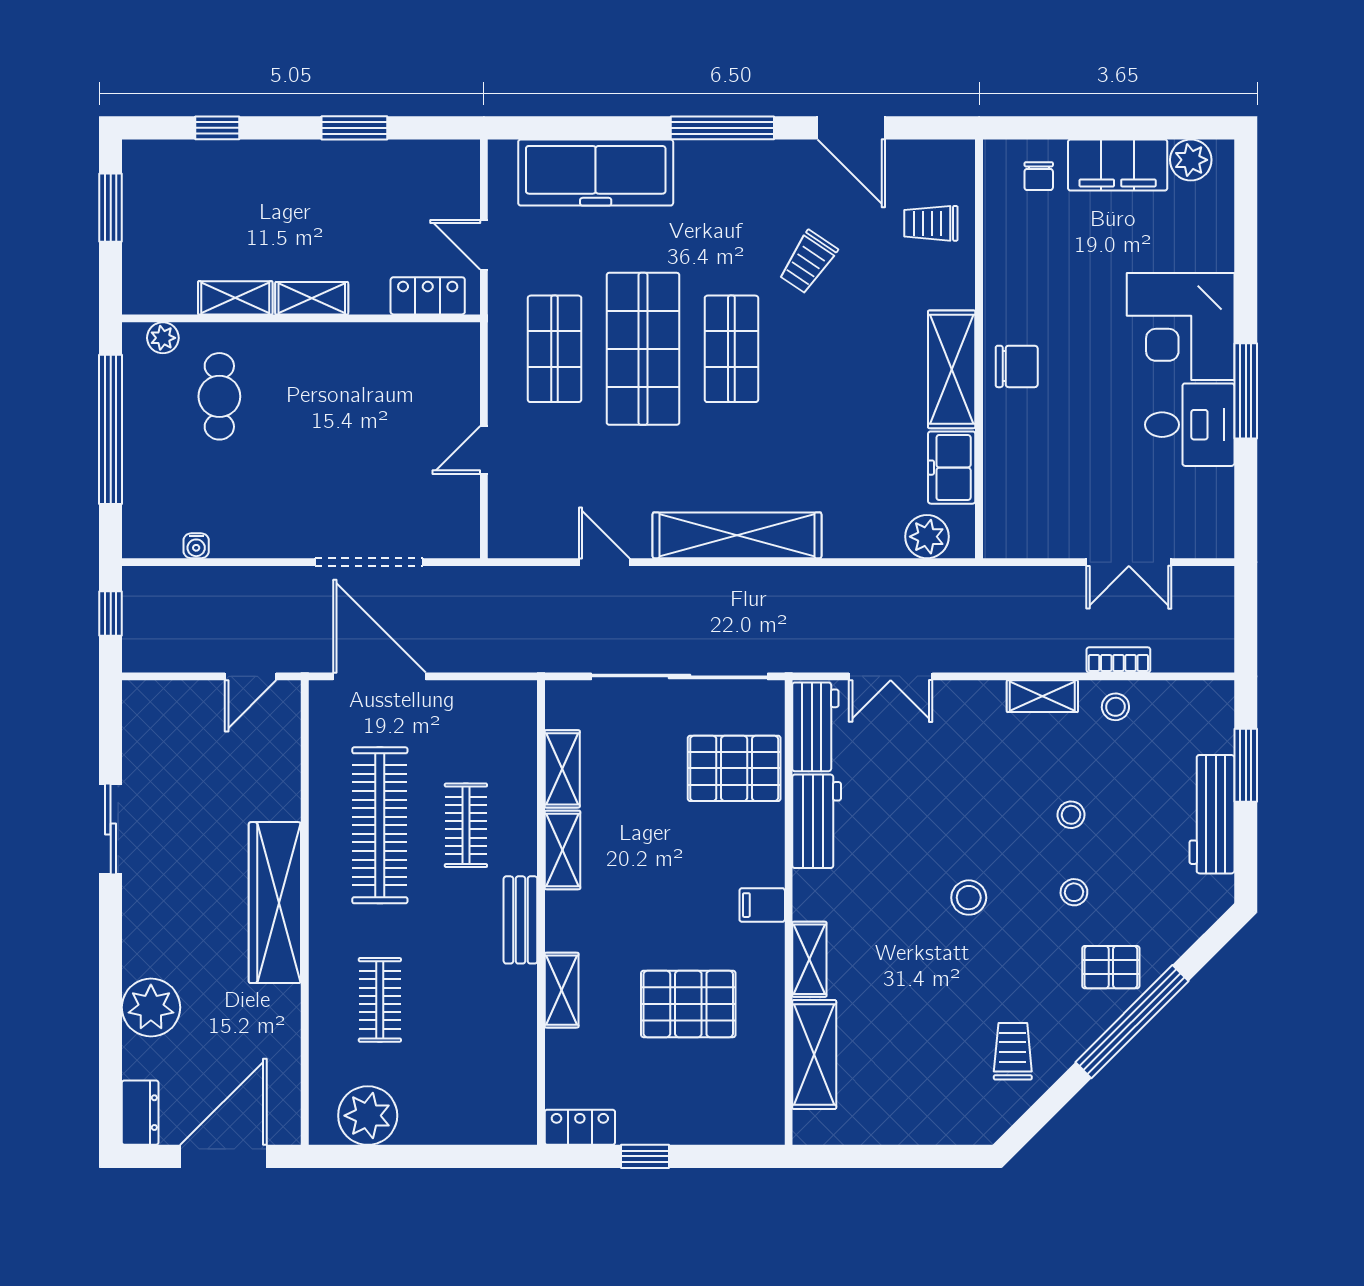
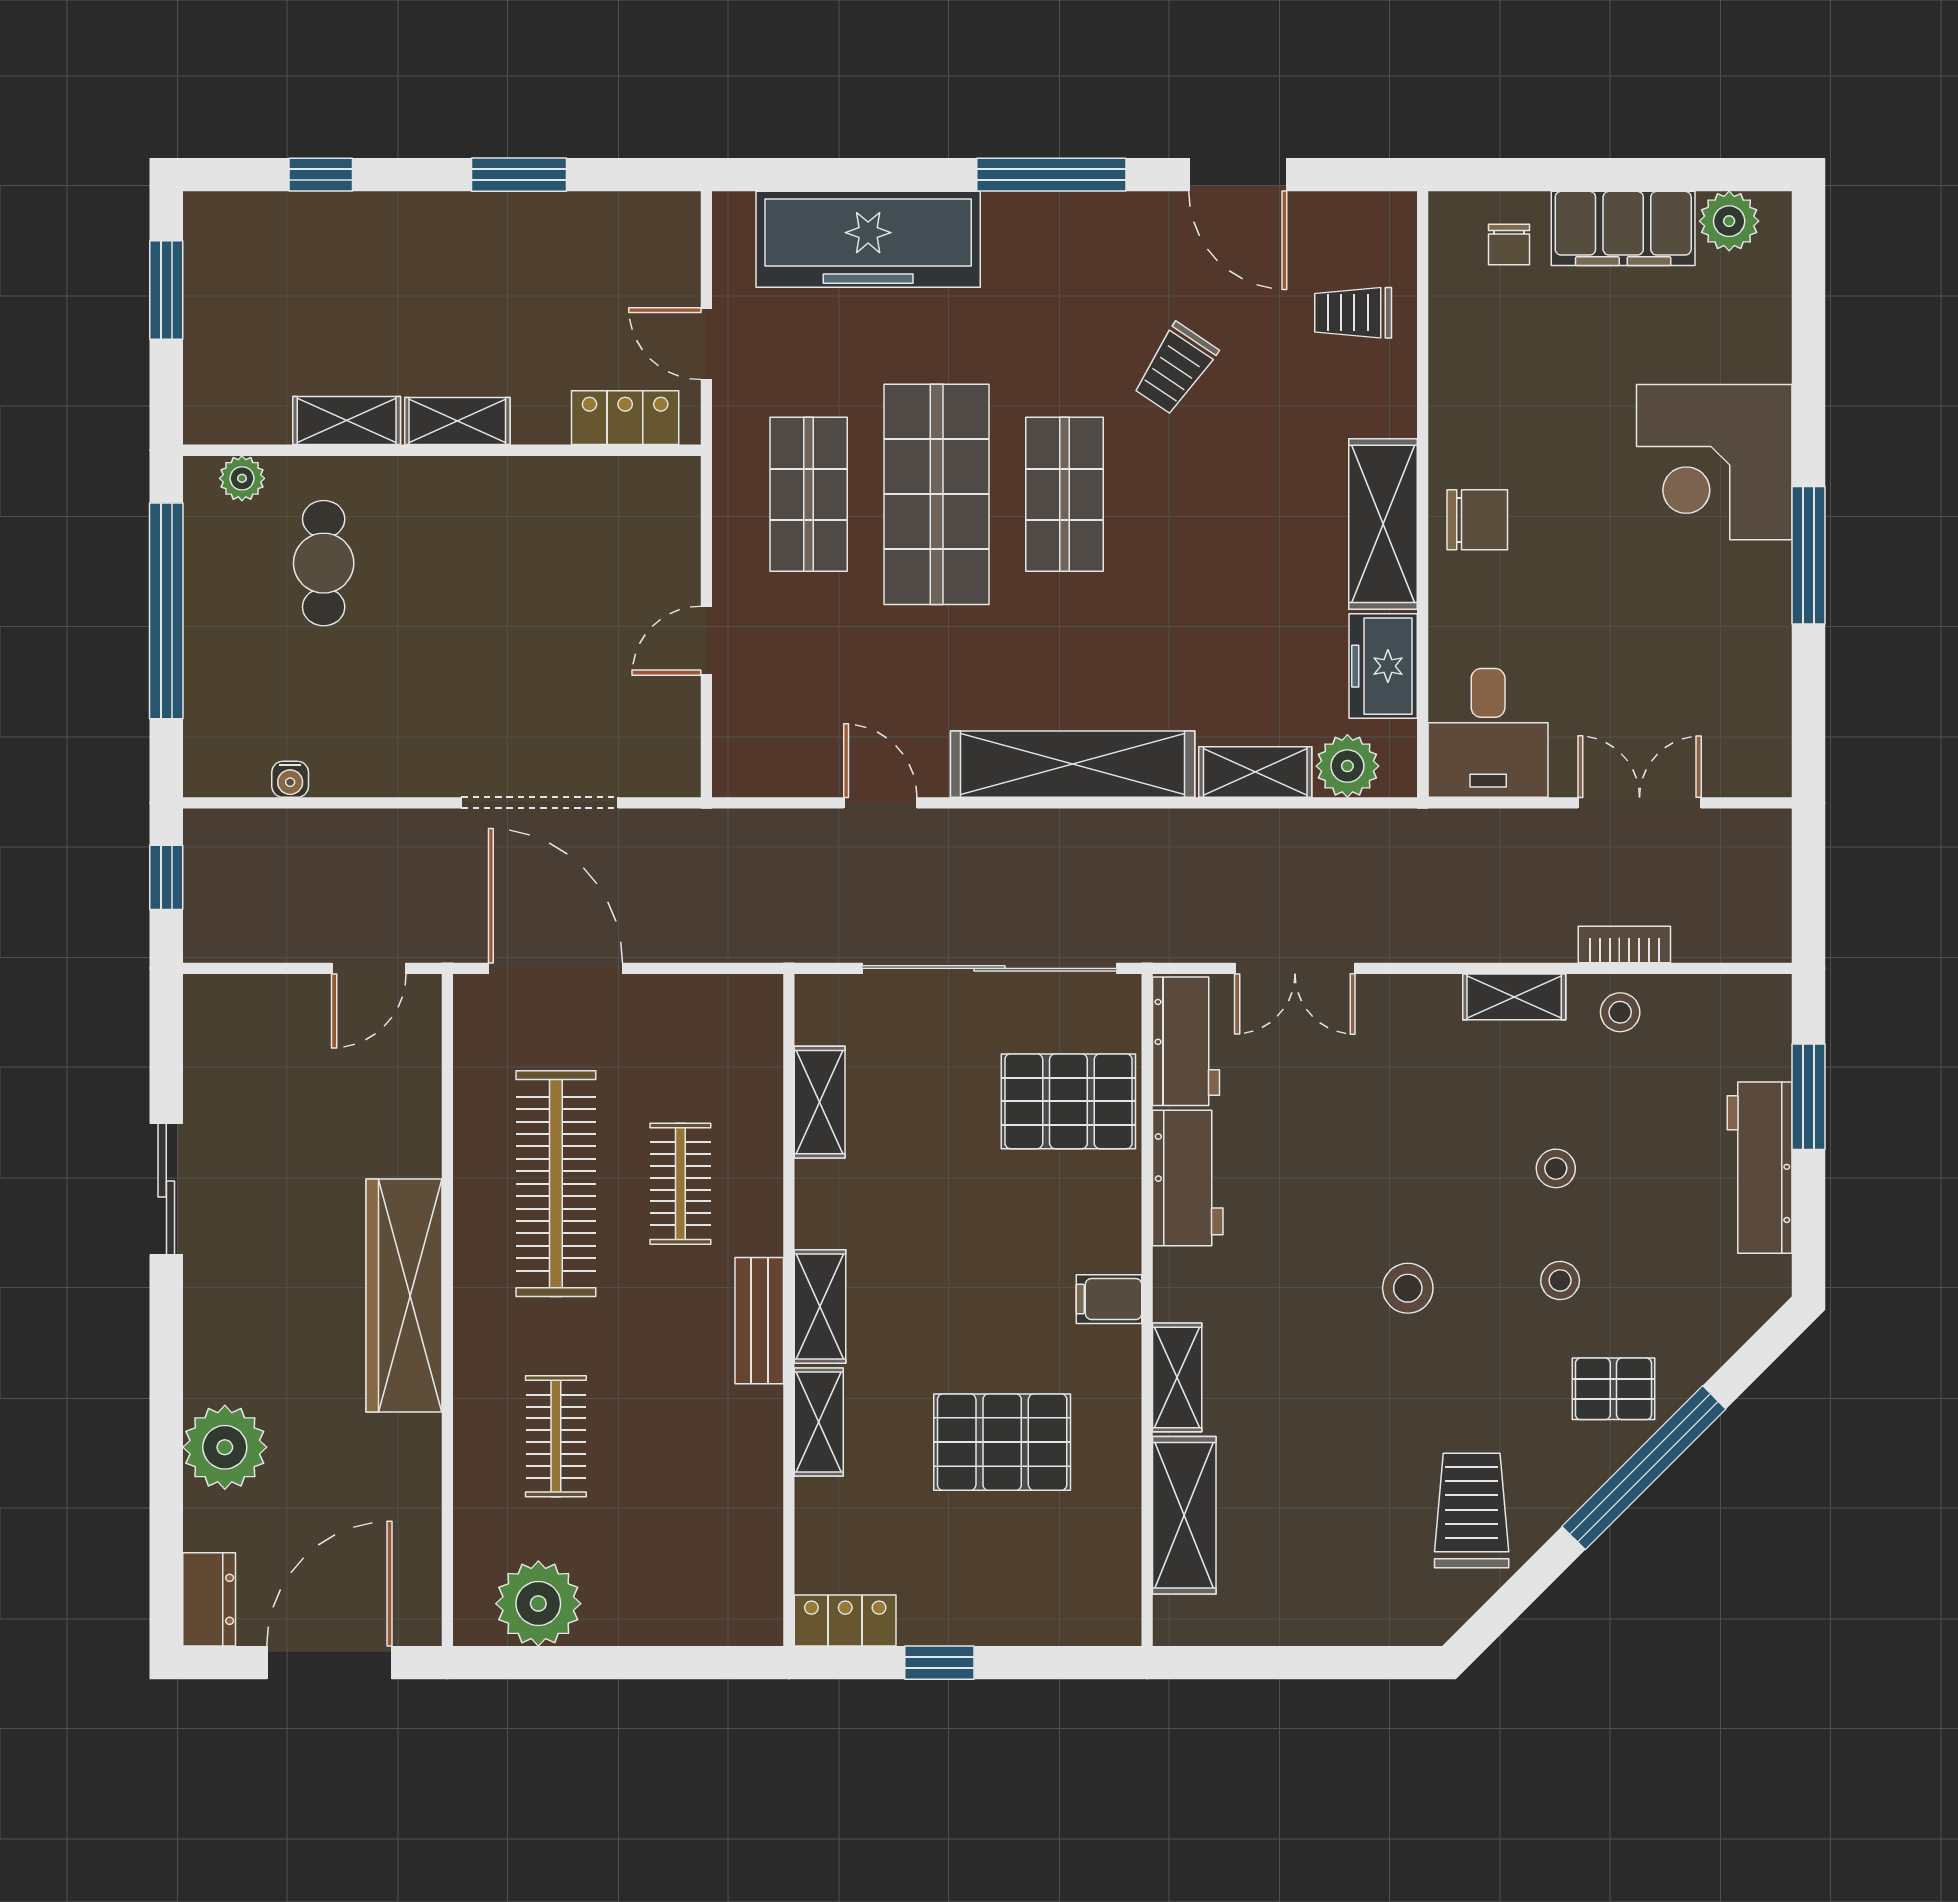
desk: (1190, 425) -> (1488, 733), moved, turned 90
shelving: (863, 541) -> (1255, 772), added
double door: (1129, 562) -> (1640, 803), swing flipped
shelving: (562, 850) -> (820, 1307), moved
trolley: (1013, 1051) -> (1472, 1511), width x1.36, depth x1.39

